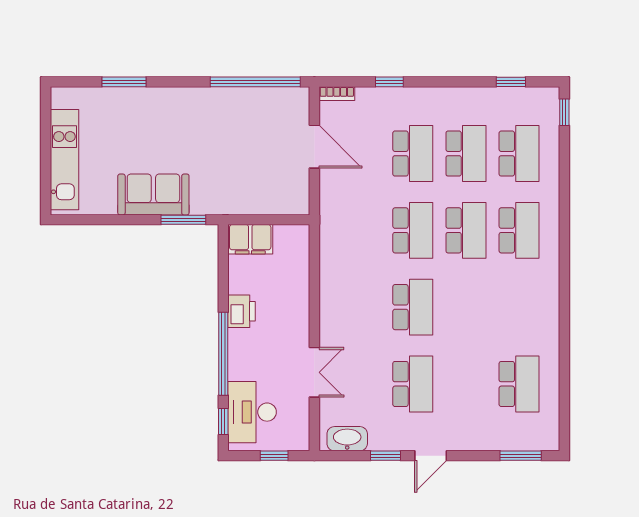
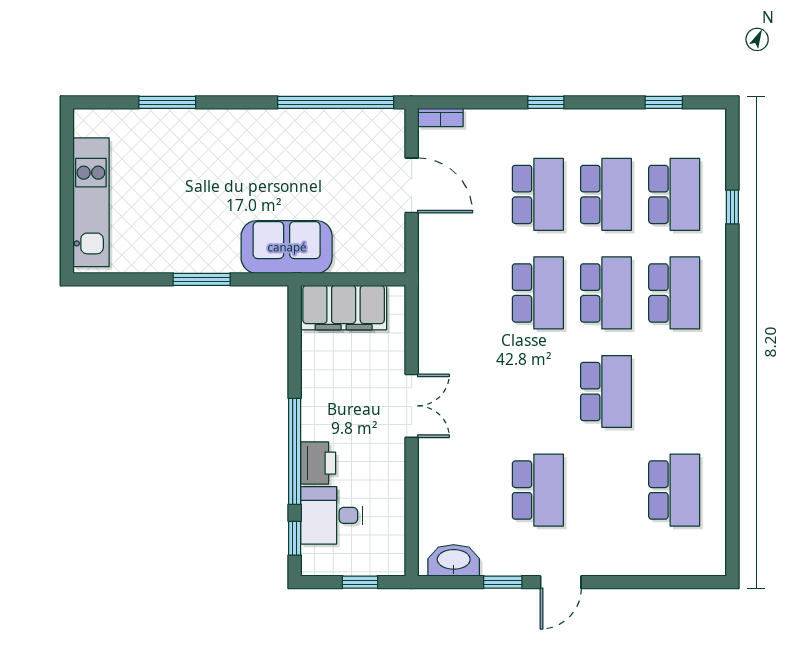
window: (389, 82) -> (546, 102), moved
window: (564, 112) -> (732, 207), moved
sofa: (153, 194) -> (287, 247), moved
window: (183, 220) -> (202, 279), moved
filing cabinet: (250, 239) -> (344, 308), width x1.50, depth x1.17
school desk: (413, 307) -> (606, 391), moved
printer: (242, 311) -> (318, 463), moved
double door: (314, 372) -> (412, 406), moved
desk: (252, 412) -> (332, 515), width x0.73
window: (521, 456) -> (676, 582), removed

